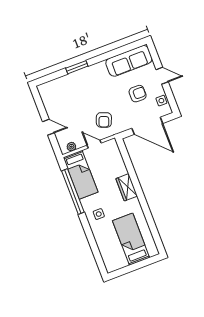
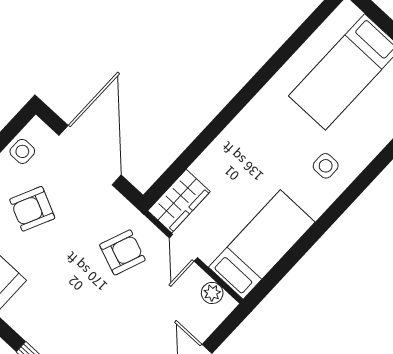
armchair: (138, 94) -> (32, 209), turned -65
wardrobe: (127, 187) -> (179, 201), moved
window: (73, 191) -> (305, 244), removed

